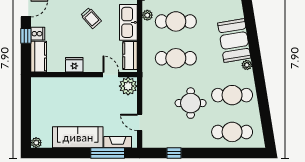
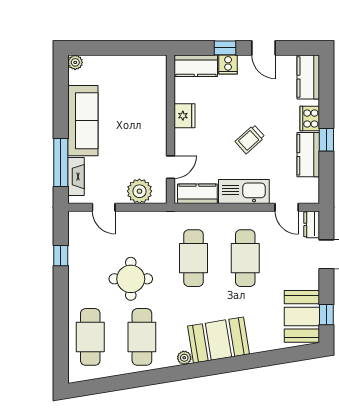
plant: (147, 15) -> (254, 218), removed
plant: (128, 86) -> (139, 191), moved
door: (140, 122) -> (104, 207), swing flipped

